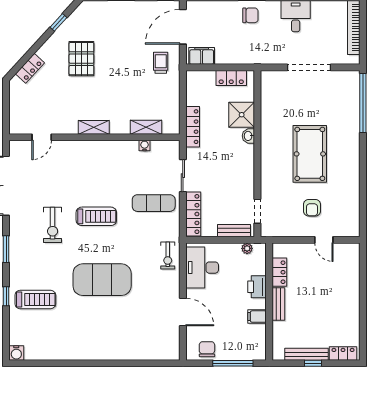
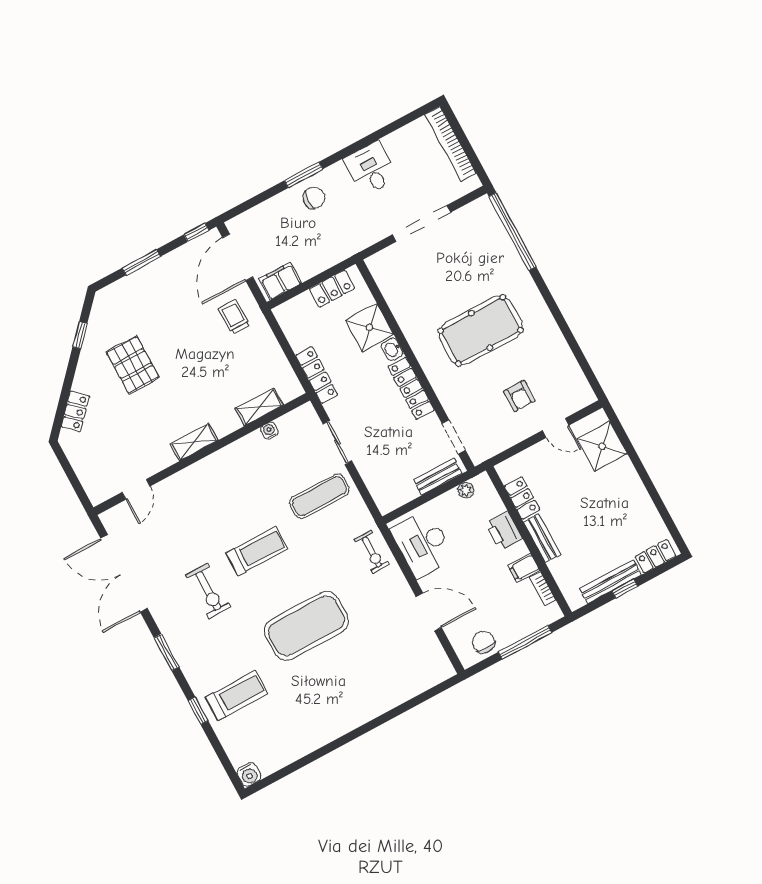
pool table: (310, 154) -> (481, 330), turned 90
locker: (193, 214) -> (411, 388), moved, turned 180
shower: (347, 267) -> (602, 446), added
bookcase: (262, 336) -> (543, 589), added

